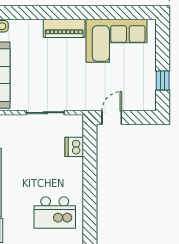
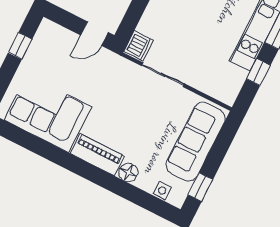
floor lamp: (34, 27) -> (128, 173), added
dishwasher: (74, 147) -> (139, 46), moved

